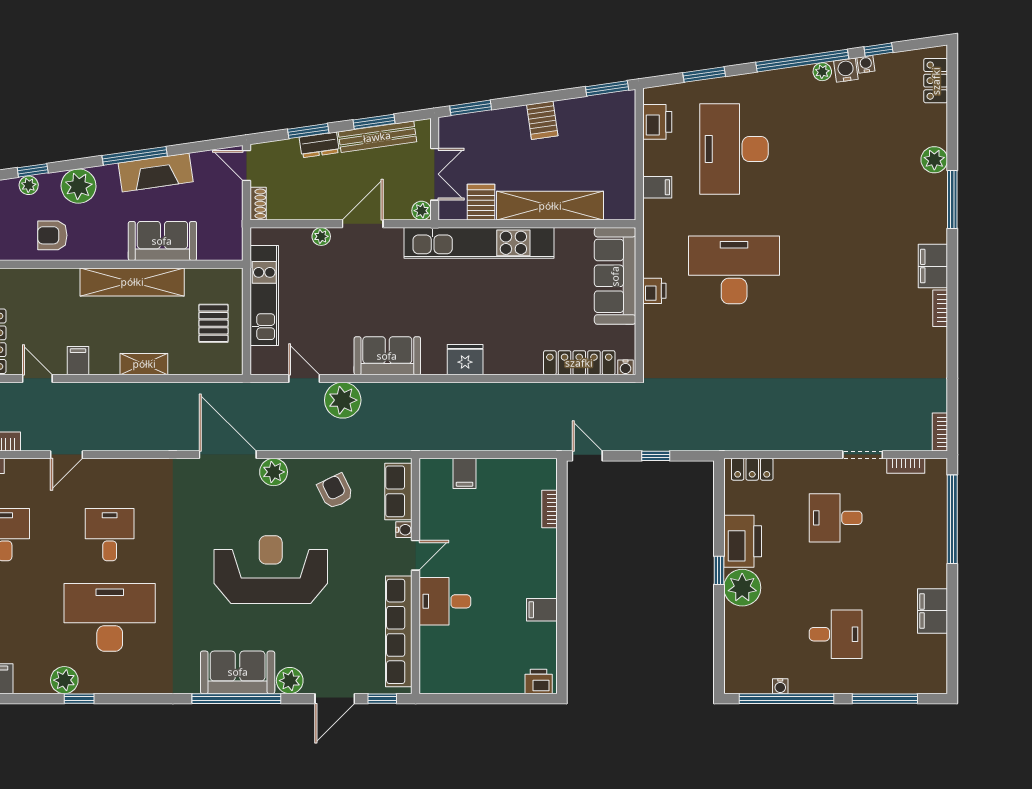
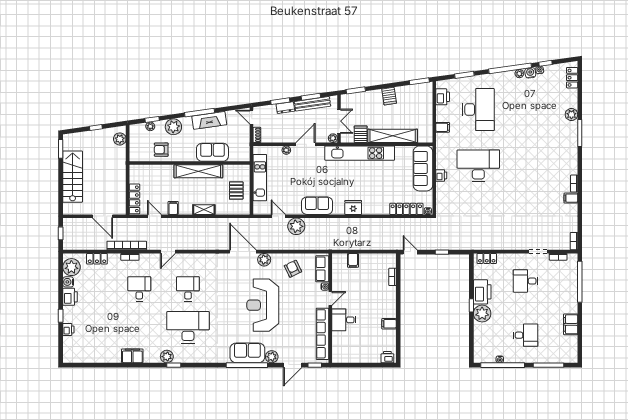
desk: (734, 149) -> (478, 110), turned 180
filing cabinet: (933, 266) -> (571, 198), moved, width x0.50
reception desk: (271, 570) -> (263, 305), turned -90

